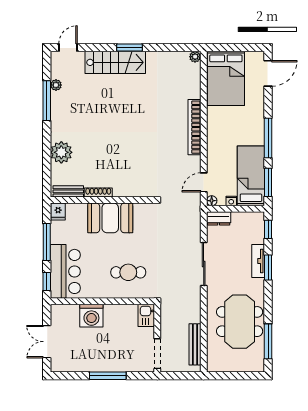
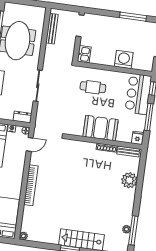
window: (47, 101) -> (133, 230), moved
window: (108, 376) -> (133, 17), moved

